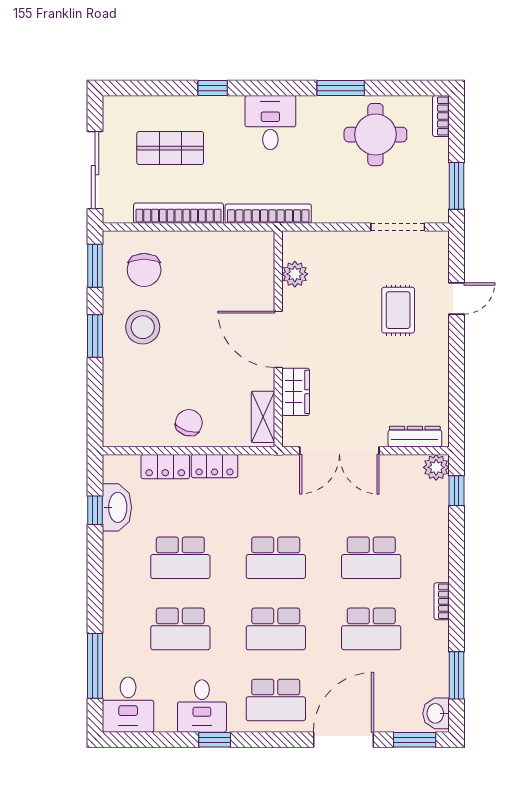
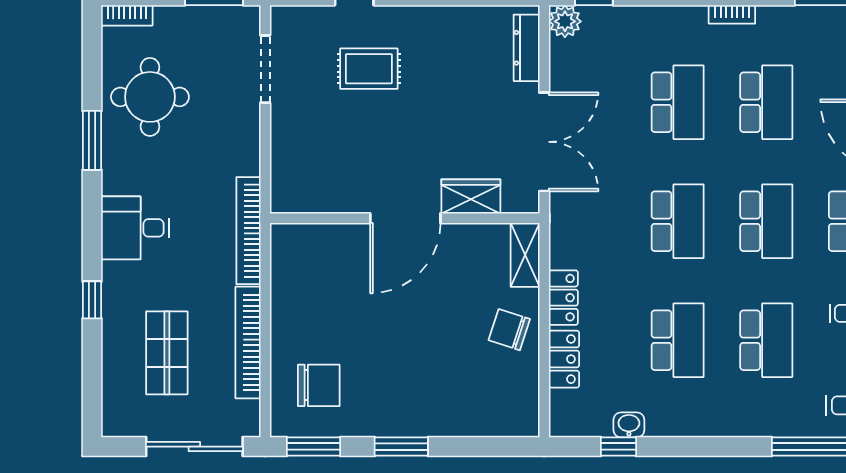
plant: (295, 274) -> (324, 197), removed
stool: (143, 327) -> (390, 387), removed
shelving: (263, 417) -> (525, 255), moved, turned 90
washbasin: (117, 507) -> (629, 425), width x0.52, depth x0.69

